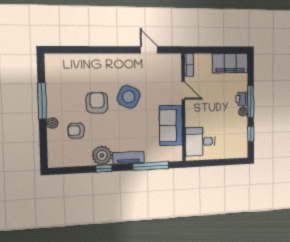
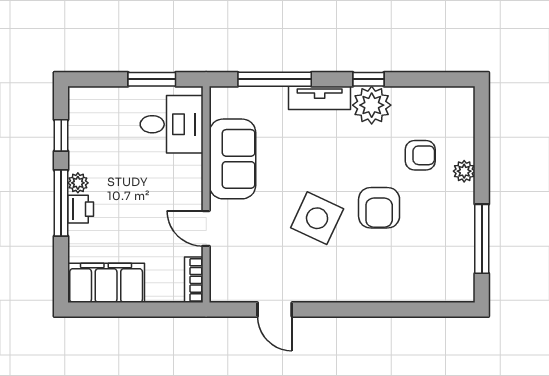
window: (42, 101) -> (482, 239), moved
window: (210, 163) -> (152, 79), added

